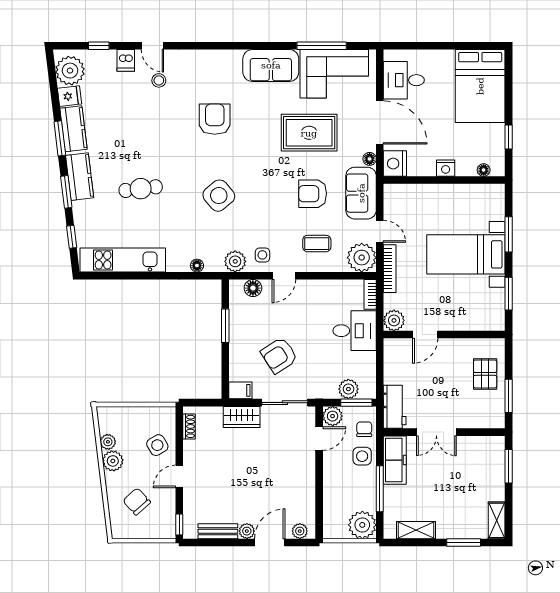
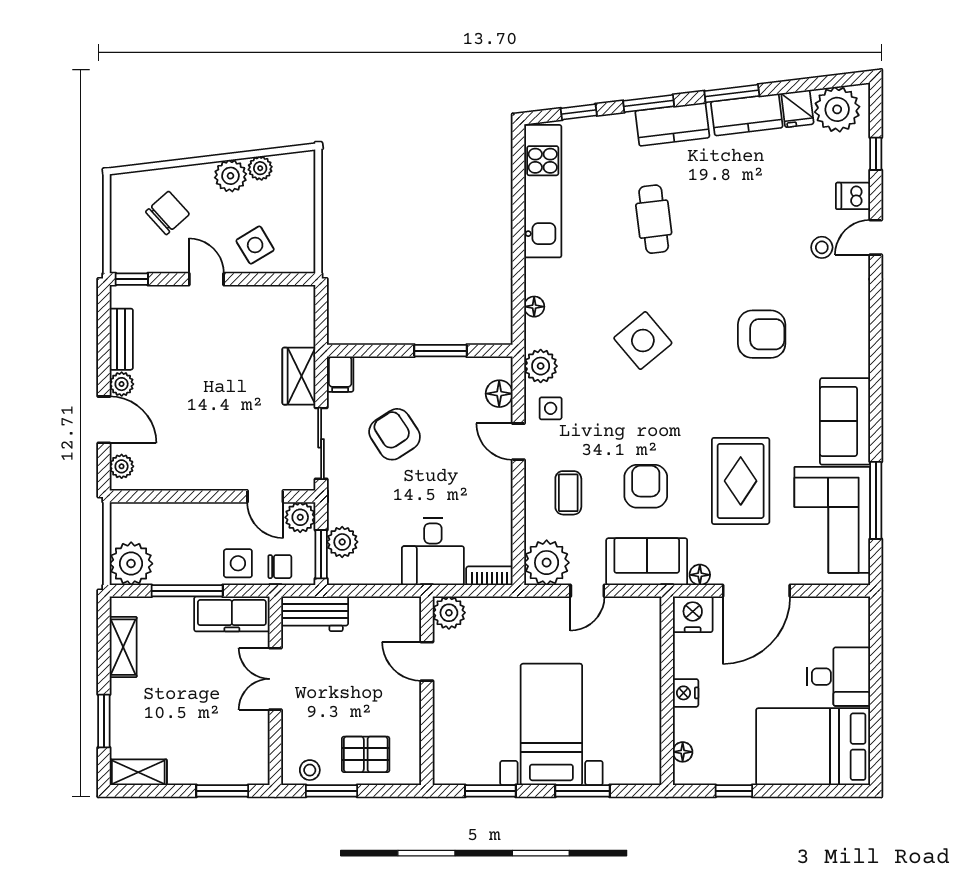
desk: (404, 80) -> (838, 677), moved, turned 90
bookcase: (390, 269) -> (529, 606), removed
stool: (495, 410) -> (310, 770), added
shoe rack: (189, 426) -> (284, 294), removed

